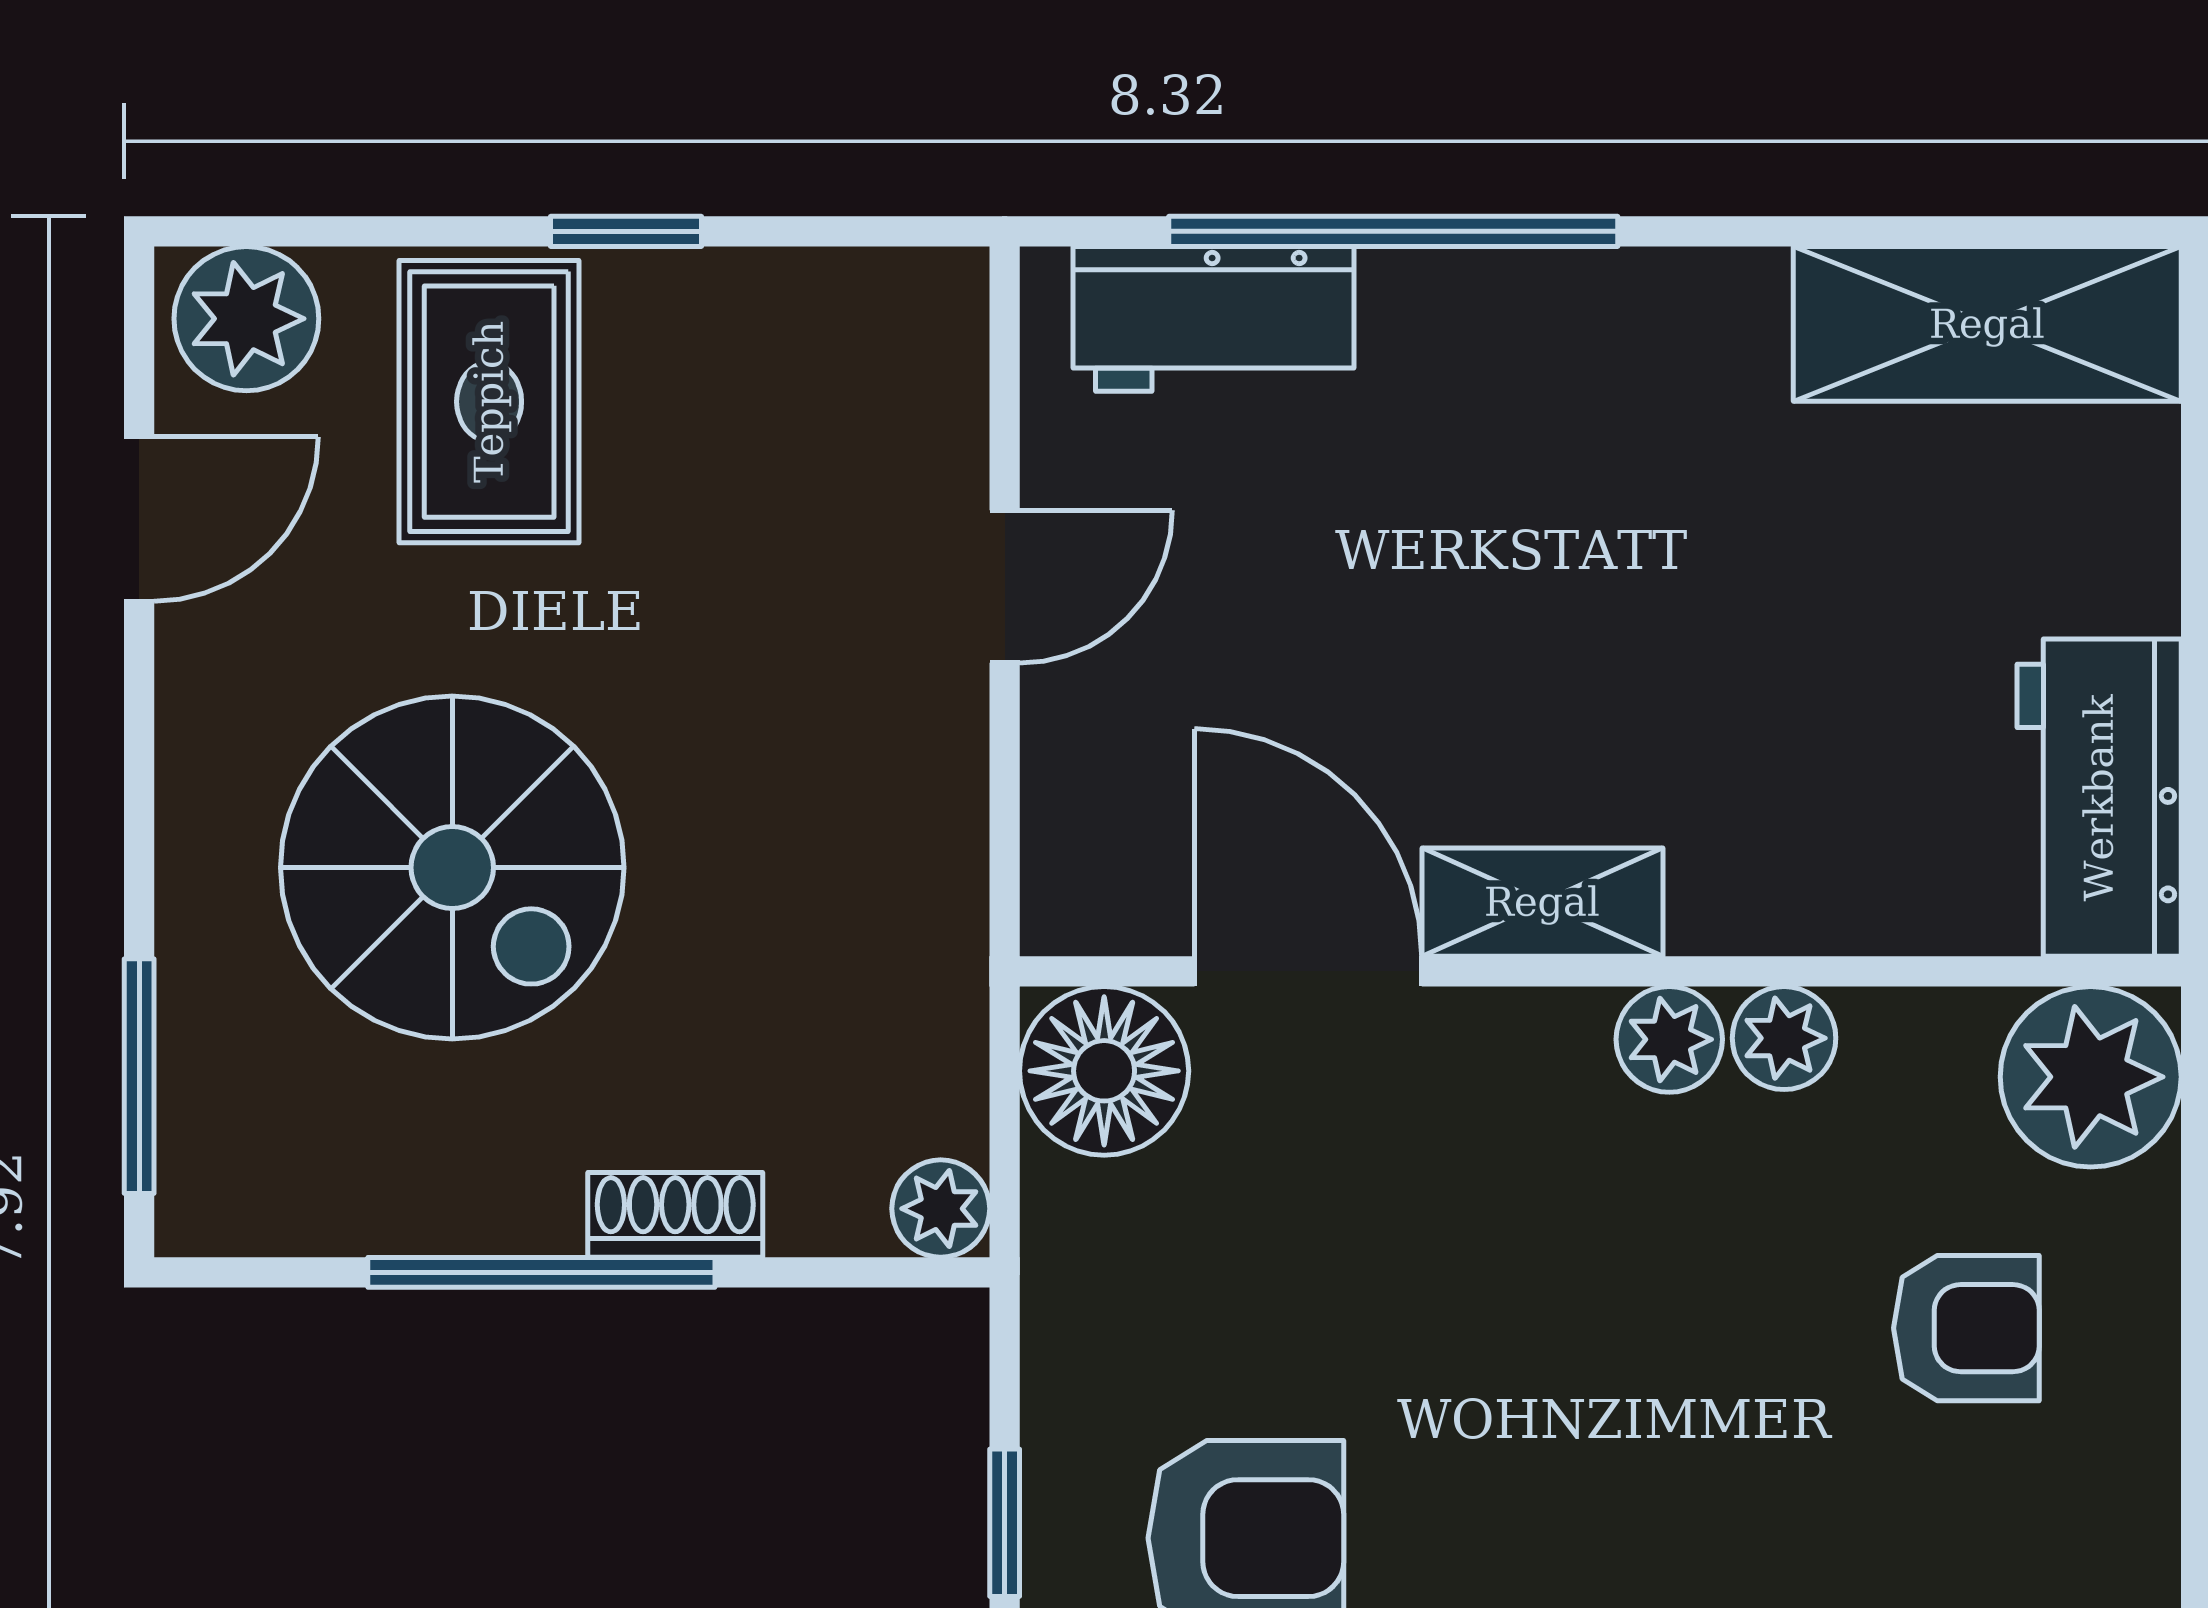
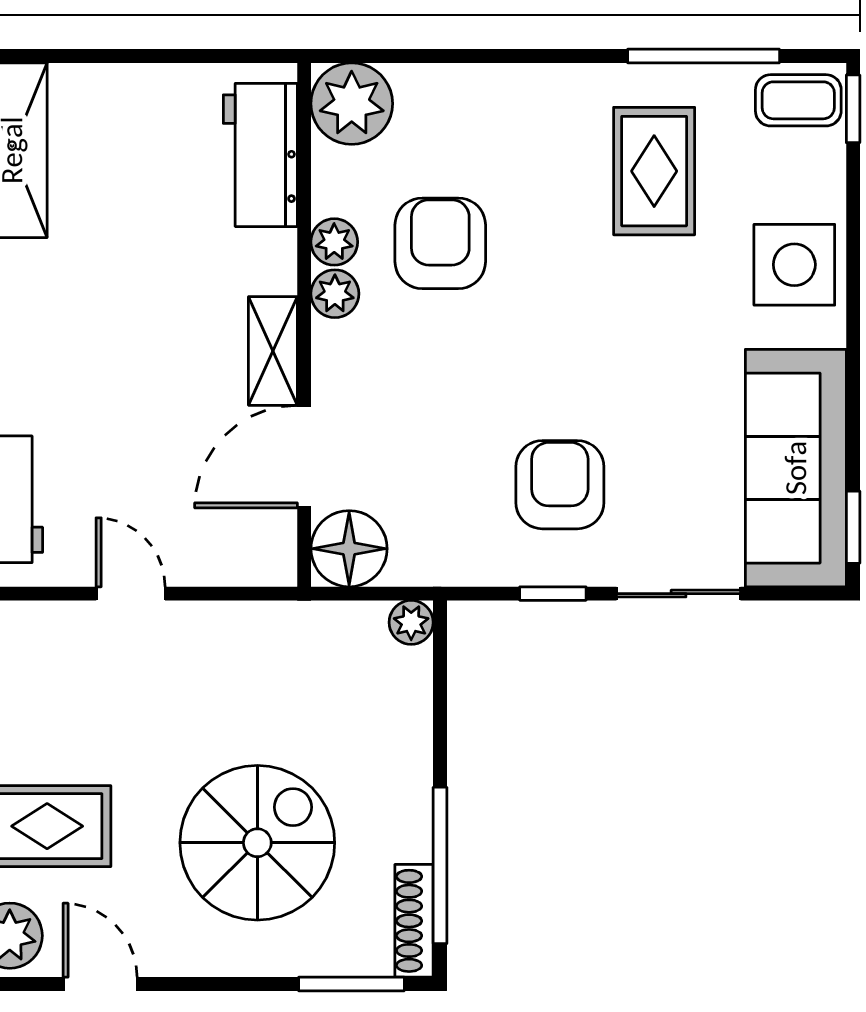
workbench: (2099, 798) -> (260, 155), moved, turned 90
shoe rack: (675, 1215) -> (414, 921), moved, width x1.43
window: (541, 1272) -> (440, 865), moved
armchair: (1966, 1328) -> (440, 243), moved, width x1.38, depth x1.38

